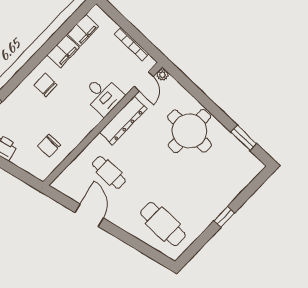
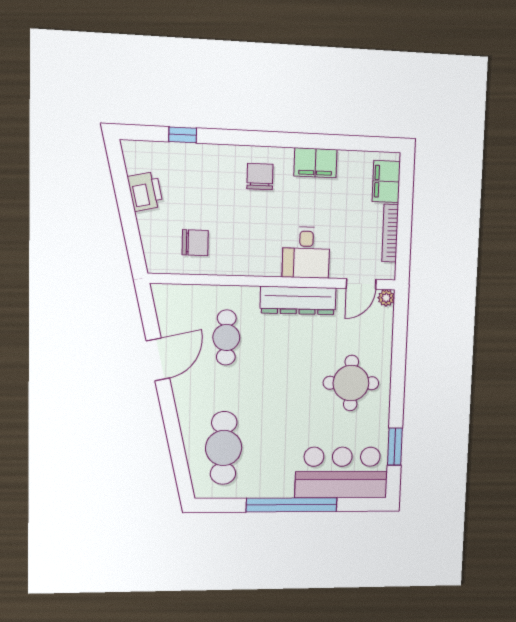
filing cabinet: (83, 30) -> (386, 182), moved, turned 90
round table: (189, 131) -> (351, 383), width x0.73, depth x0.73
chair: (49, 146) -> (195, 243), turned 180
bar counter: (231, 177) -> (342, 472), added
window: (224, 217) -> (292, 505), width x3.17

